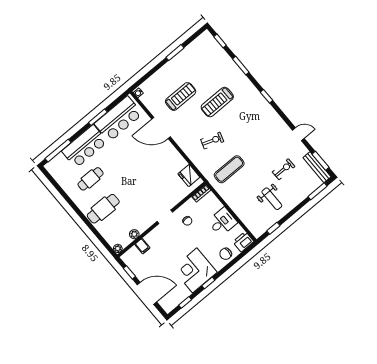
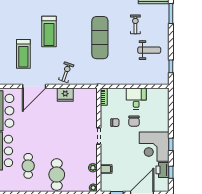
treadmill: (181, 96) -> (23, 54), turned 180
exercise bike: (212, 141) -> (66, 72), moved
exercise mat: (229, 169) -> (100, 38), moved, width x1.36, depth x1.45
fridge: (189, 175) -> (65, 95), moved
printer: (243, 242) -> (163, 170), moved
chair: (226, 254) -> (134, 121), moved

